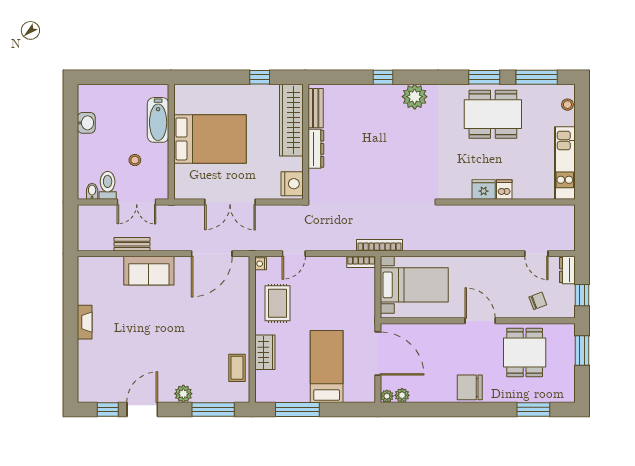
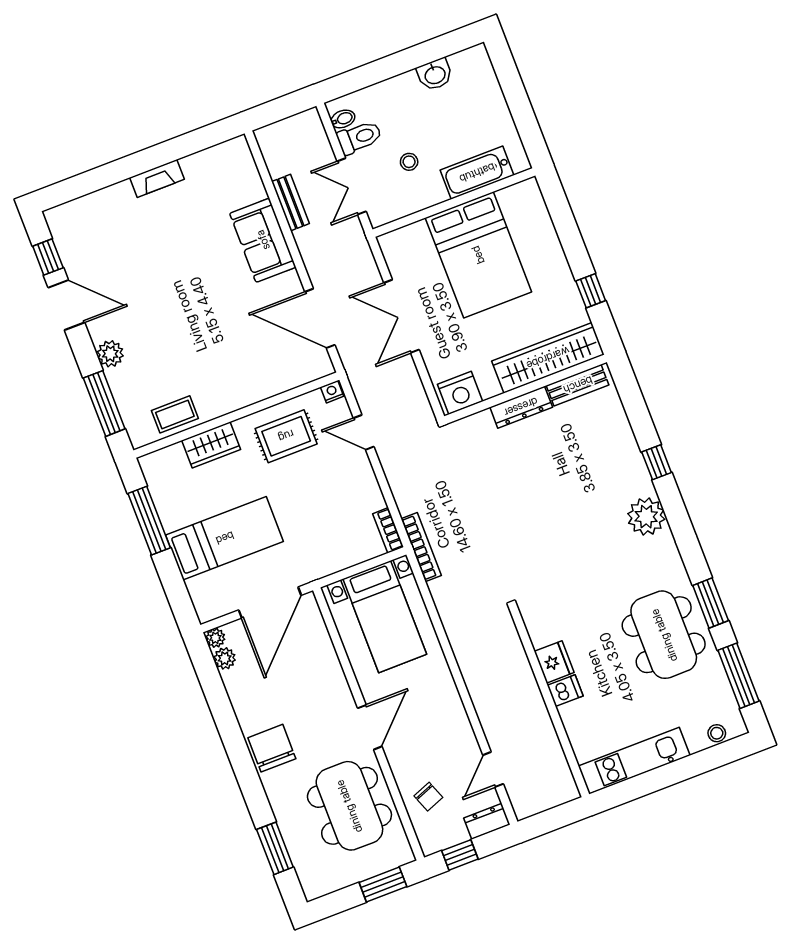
dining table: (525, 353) -> (349, 806), width x1.38

